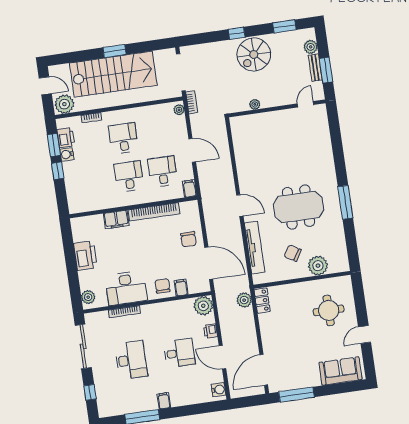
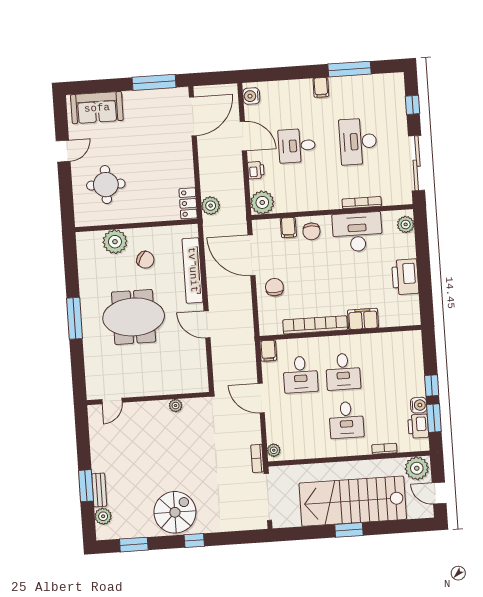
plant: (255, 104) -> (176, 406), moved
door: (305, 104) -> (112, 401), moved
wall: (277, 108) -> (148, 398), moved

